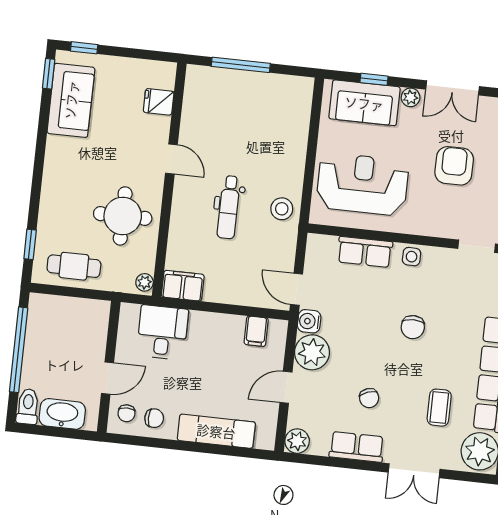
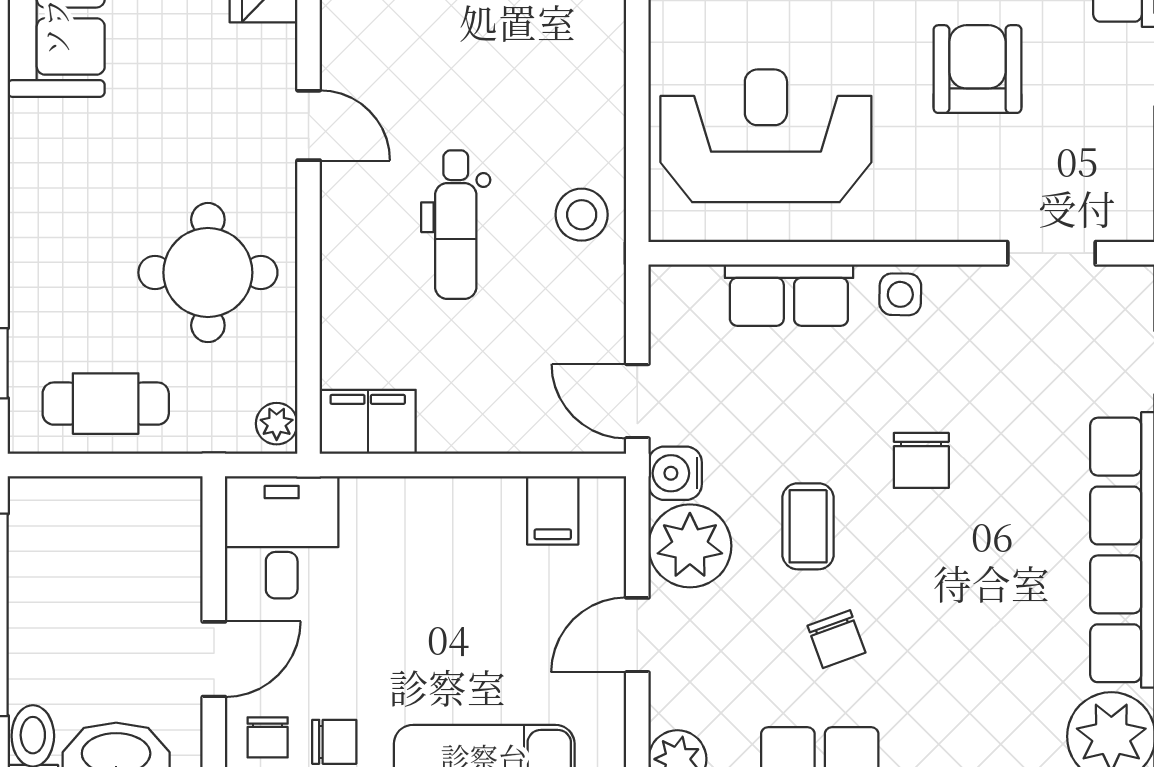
desk: (162, 332) -> (282, 537), moved
coffee table: (439, 408) -> (808, 526), moved

